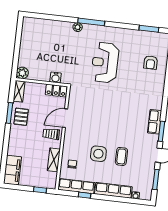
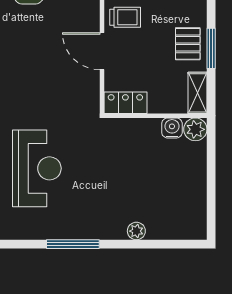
plant: (78, 27) -> (136, 231), moved
water cooler: (56, 78) -> (172, 128), moved
door: (65, 118) -> (102, 51), swing flipped

